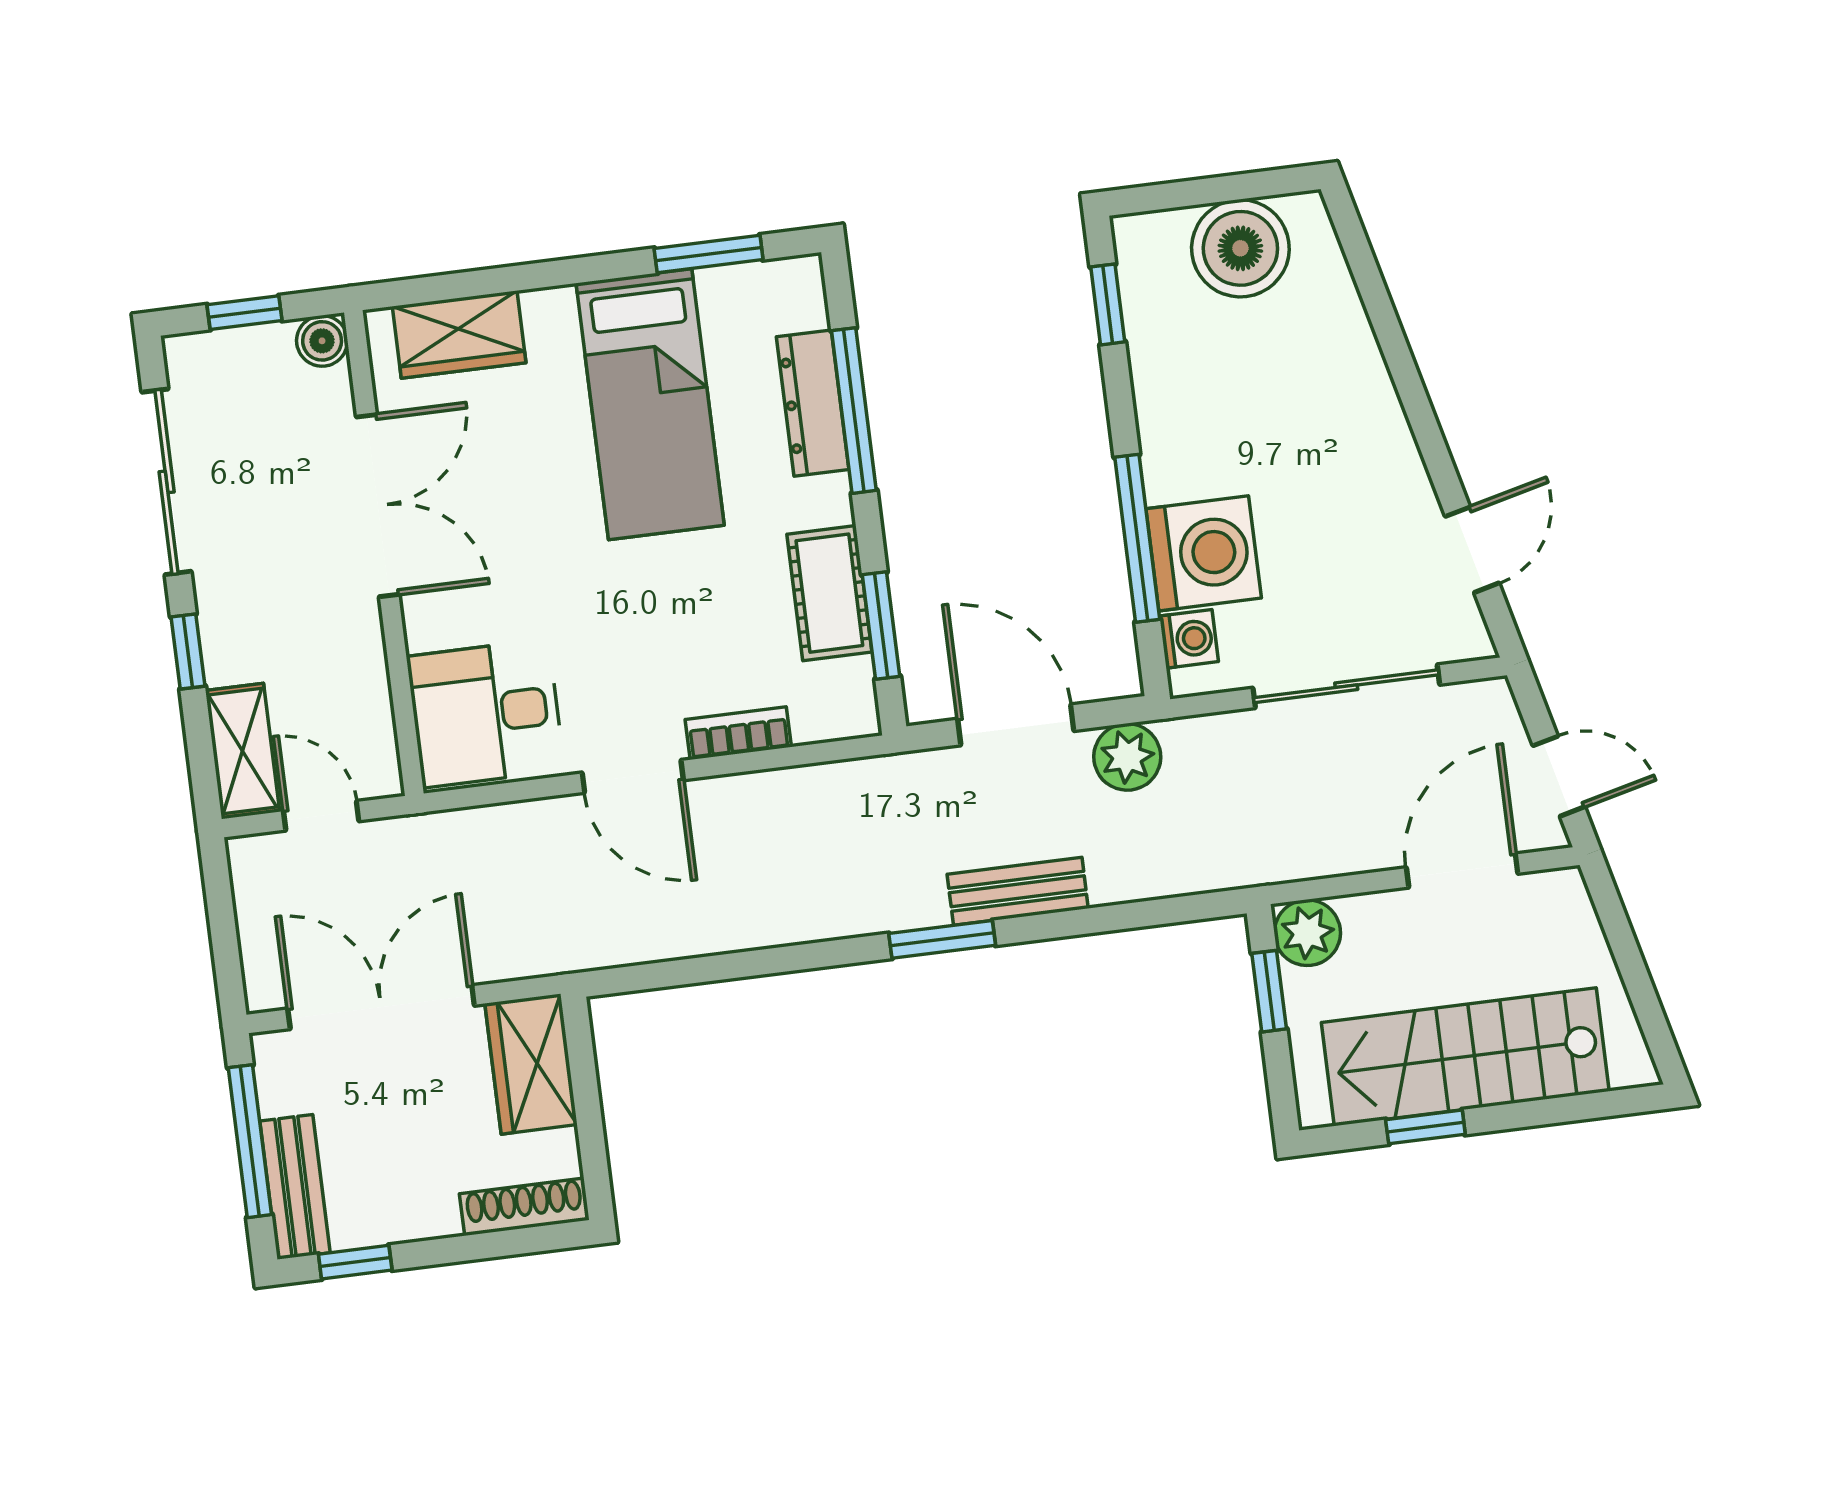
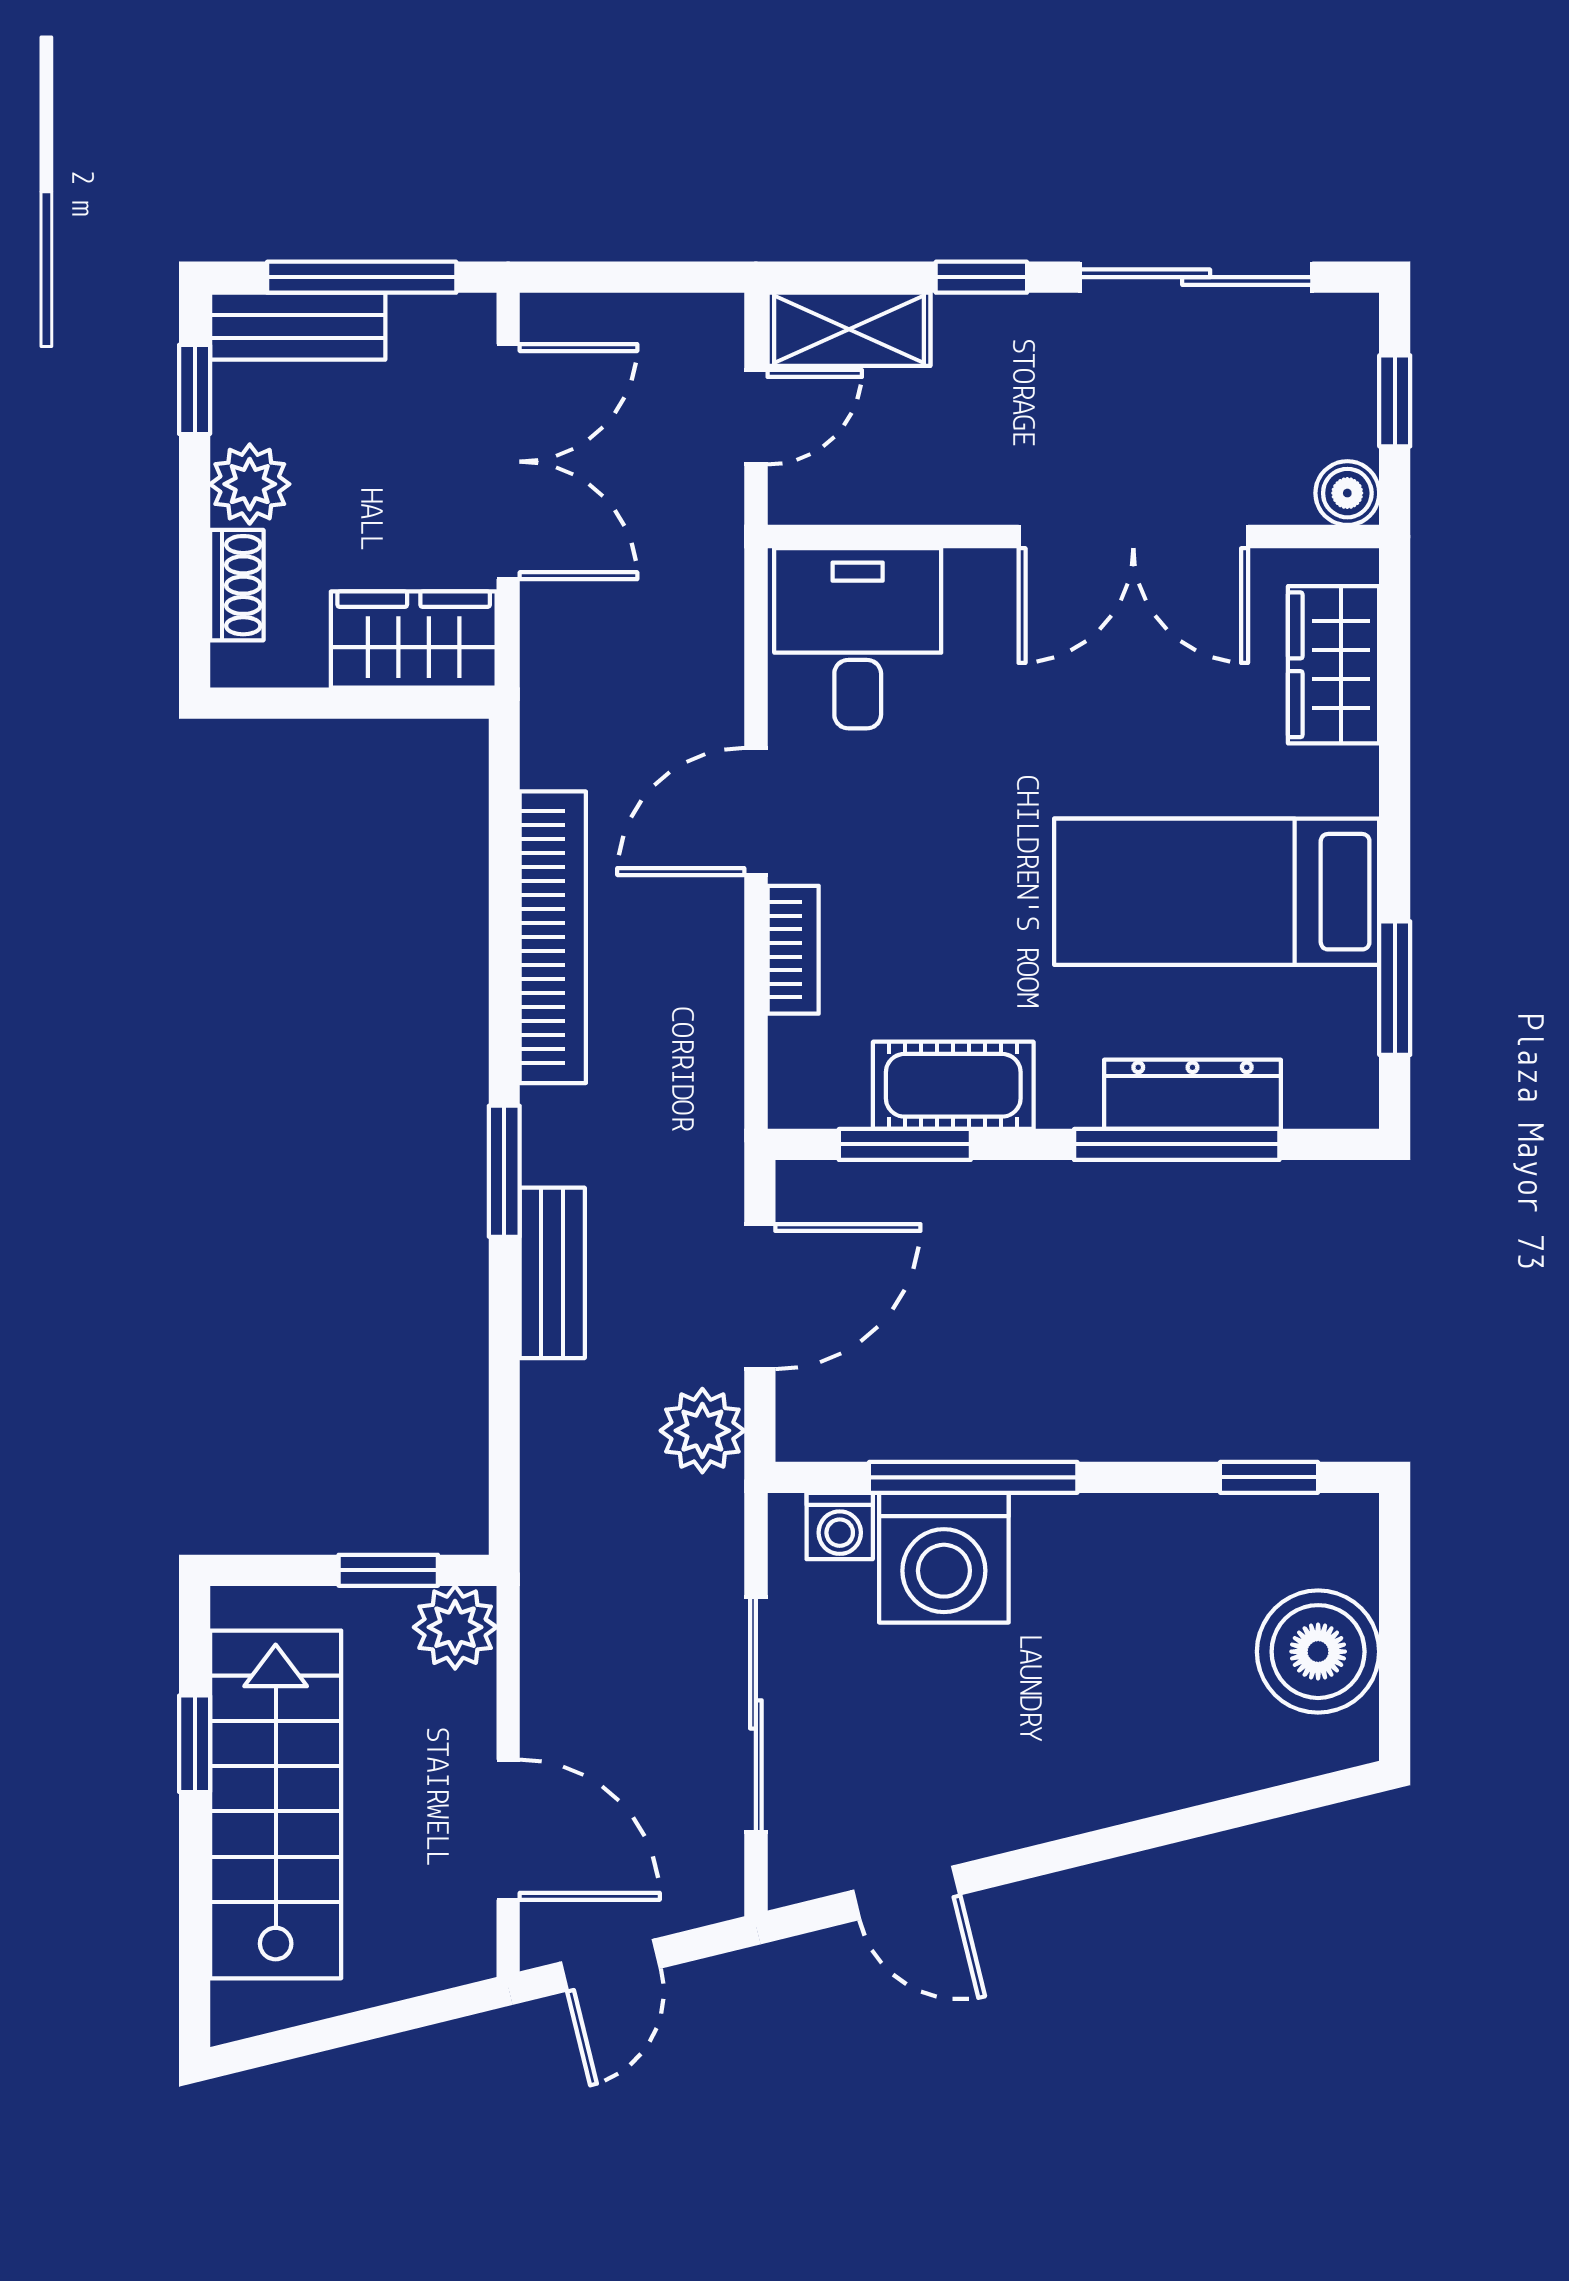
bookcase: (752, 924) -> (553, 937), added
shoe rack: (524, 1207) -> (237, 585), width x0.70
plant: (425, 1209) -> (250, 484), added

